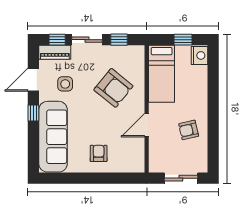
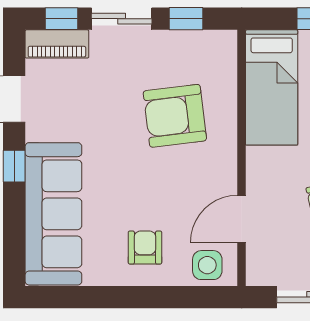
side table: (65, 84) -> (207, 265), moved
armchair: (113, 88) -> (175, 116), turned 134
door: (147, 125) -> (242, 219), moved

